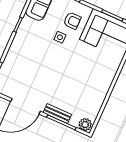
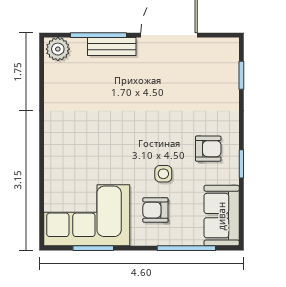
armchair: (31, 40) -> (208, 149), added

